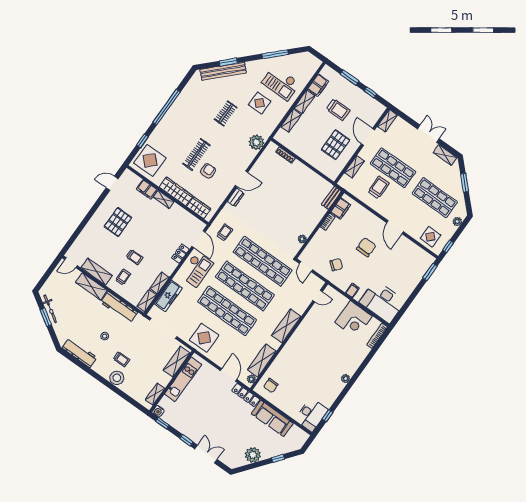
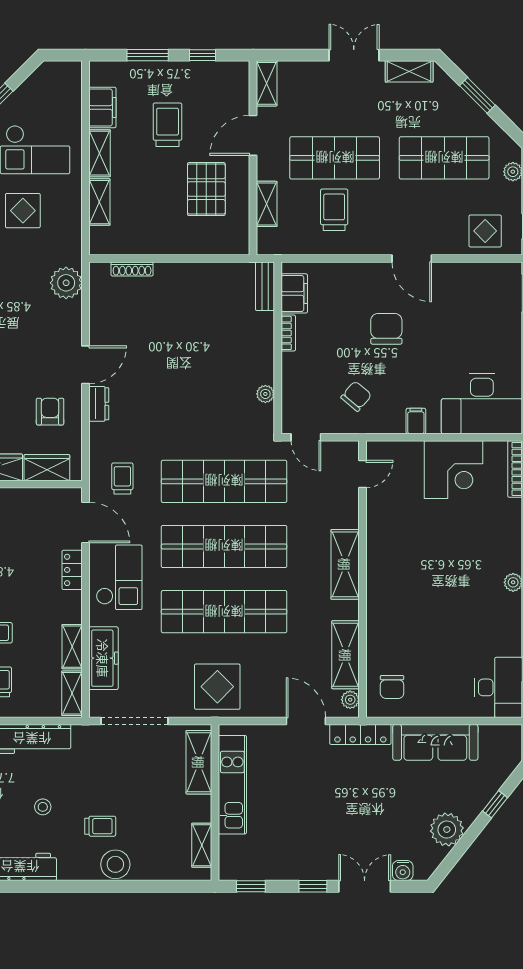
trolley: (338, 110) -> (168, 125), turned -90
door: (368, 137) -> (253, 135), hinge flipped
armchair: (208, 171) -> (50, 412), moved
water cooler: (158, 411) -> (403, 871), moved

